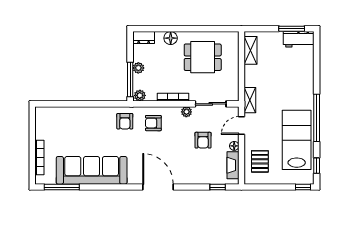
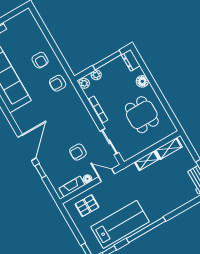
plant: (138, 68) -> (96, 75), moved
window: (130, 79) -> (107, 60), moved
shelving: (250, 100) -> (147, 161), moved
plant: (186, 112) -> (92, 127), removed
armchair: (153, 123) -> (40, 60), moved, turned 180
door: (158, 187) -> (27, 148), moved
window: (218, 187) -> (40, 171), moved

